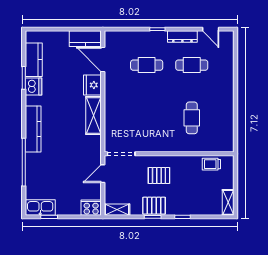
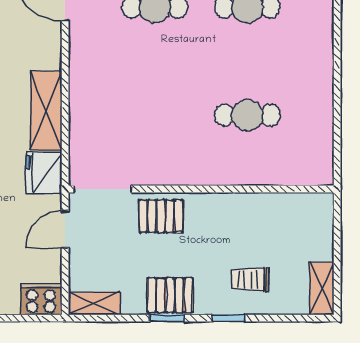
fridge: (92, 85) -> (44, 173), moved
cafe table: (192, 118) -> (247, 115), turned 90
trolley: (211, 164) -> (250, 280), moved
pallet: (159, 175) -> (161, 216), moved

